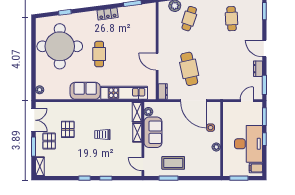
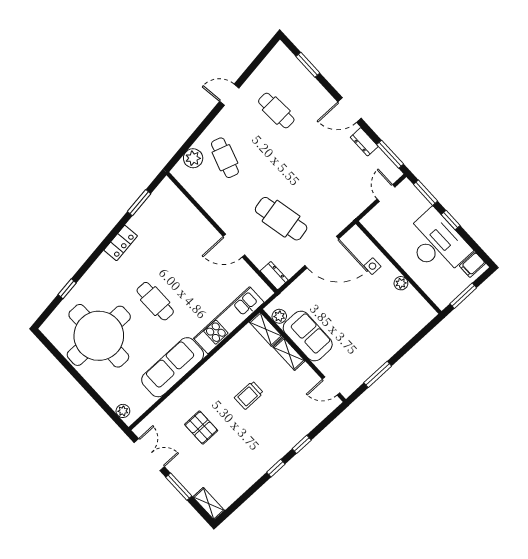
sofa: (85, 91) -> (173, 367), width x1.36
pallet: (49, 141) -> (192, 463), removed
coffee table: (173, 163) -> (366, 351), removed

